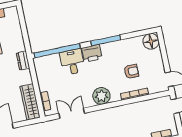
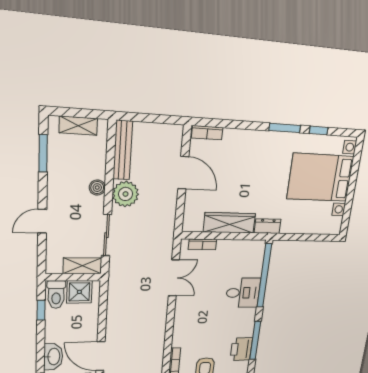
printer: (92, 53) -> (241, 349), moved
plant: (101, 96) -> (185, 323), removed
wardrobe: (30, 102) -> (229, 223), moved

